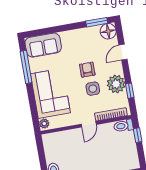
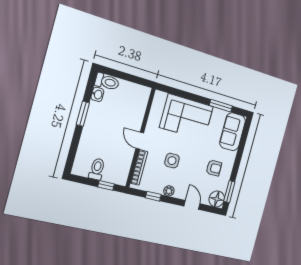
window: (26, 67) -> (221, 106), width x0.69
armchair: (87, 70) -> (214, 168), moved
plant: (116, 84) -> (169, 191), width x0.53, depth x0.53
plant: (44, 124) -> (161, 97), removed
toilet: (123, 126) -> (97, 169), moved

